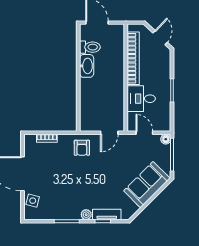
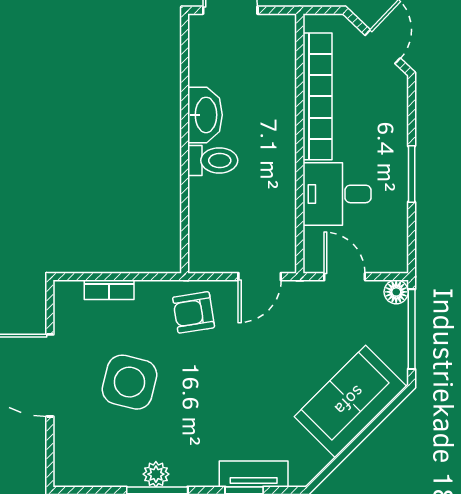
toilet: (90, 47) -> (213, 160), moved
armchair: (82, 148) -> (194, 312), turned 81
side table: (33, 201) -> (129, 382), moved, width x1.87, depth x1.87
plant: (86, 215) -> (156, 474), moved

